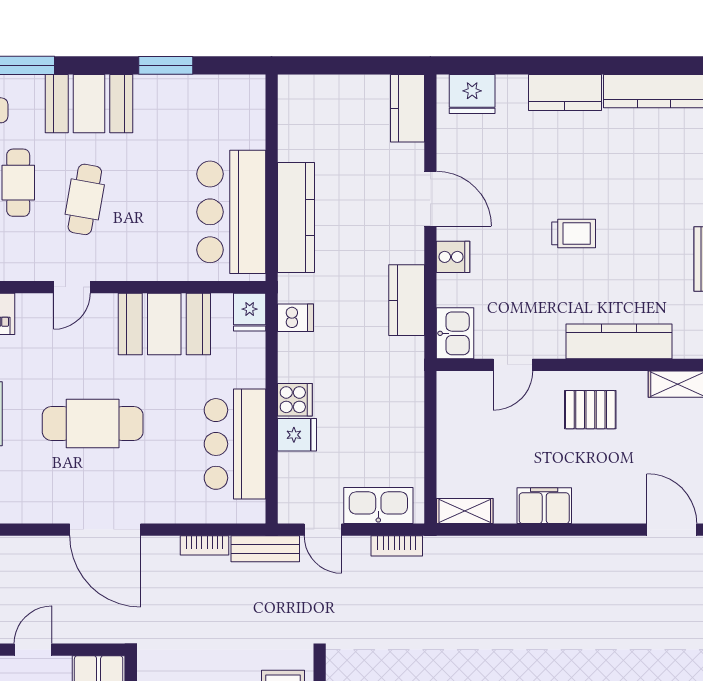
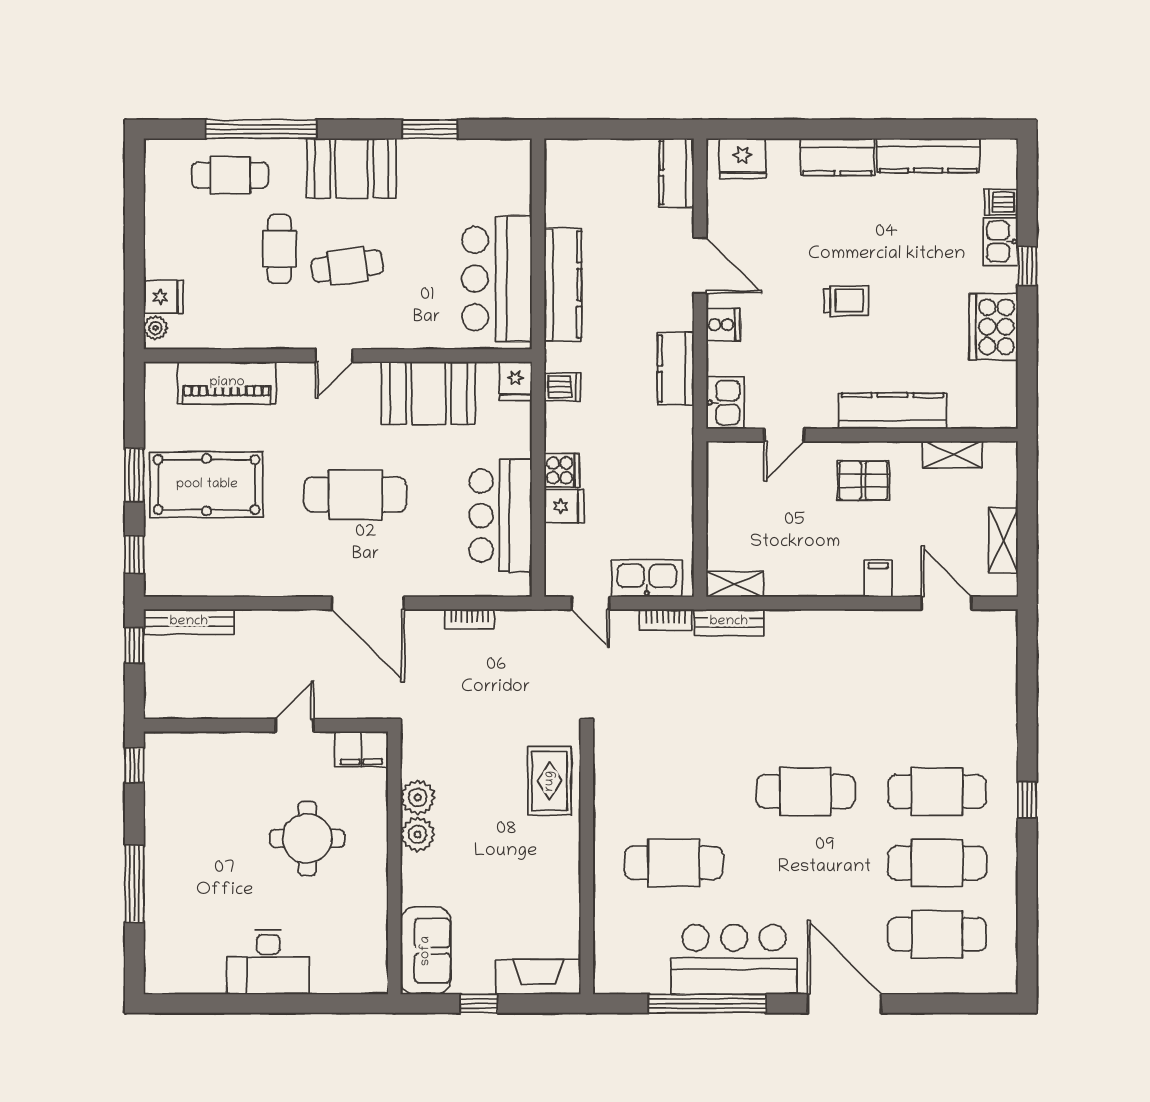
cafe table: (85, 199) -> (347, 266), turned 72
filing cabinet: (544, 506) -> (878, 578), moved, width x0.50
bench: (265, 549) -> (729, 622), moved

